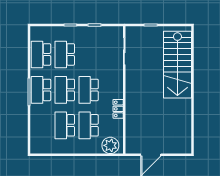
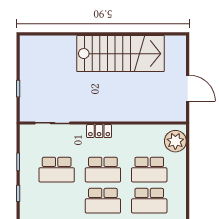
school desk: (65, 54) -> (57, 170), moved
stairs: (177, 65) -> (120, 54), moved
locker: (118, 109) -> (99, 131), moved

